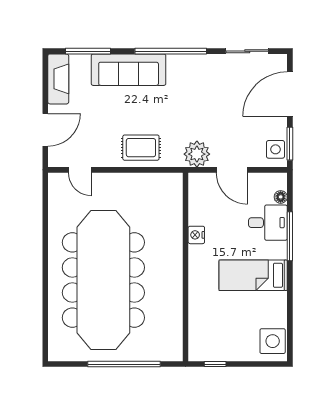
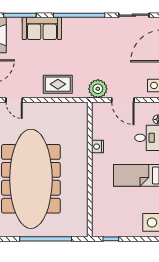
sofa: (129, 70) -> (42, 28), width x0.73

